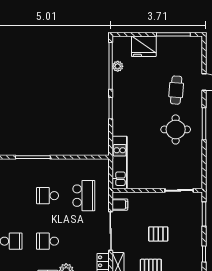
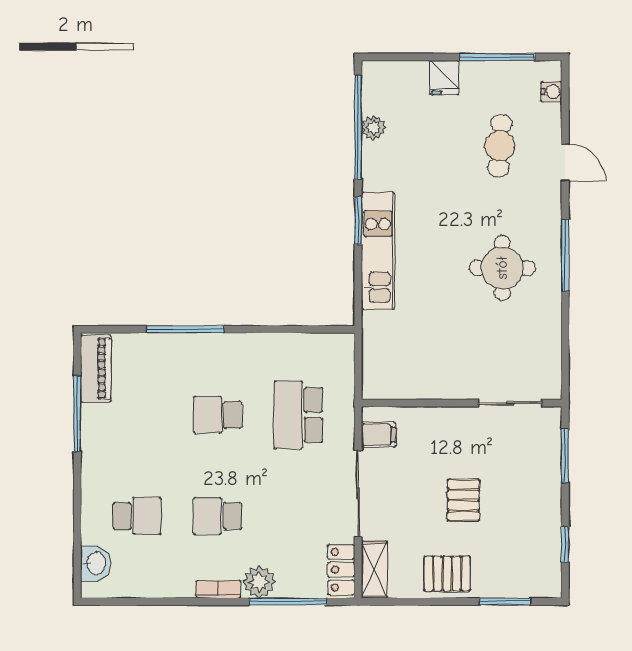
fridge: (144, 46) -> (444, 78), width x0.53, depth x0.75
water cooler: (198, 50) -> (551, 92), added
cafe table: (176, 90) -> (500, 146), moved
kitchen unit: (120, 162) -> (378, 251), moved
school desk: (84, 196) -> (298, 415), turned 180
pallet: (158, 234) -> (464, 500), turned 90

